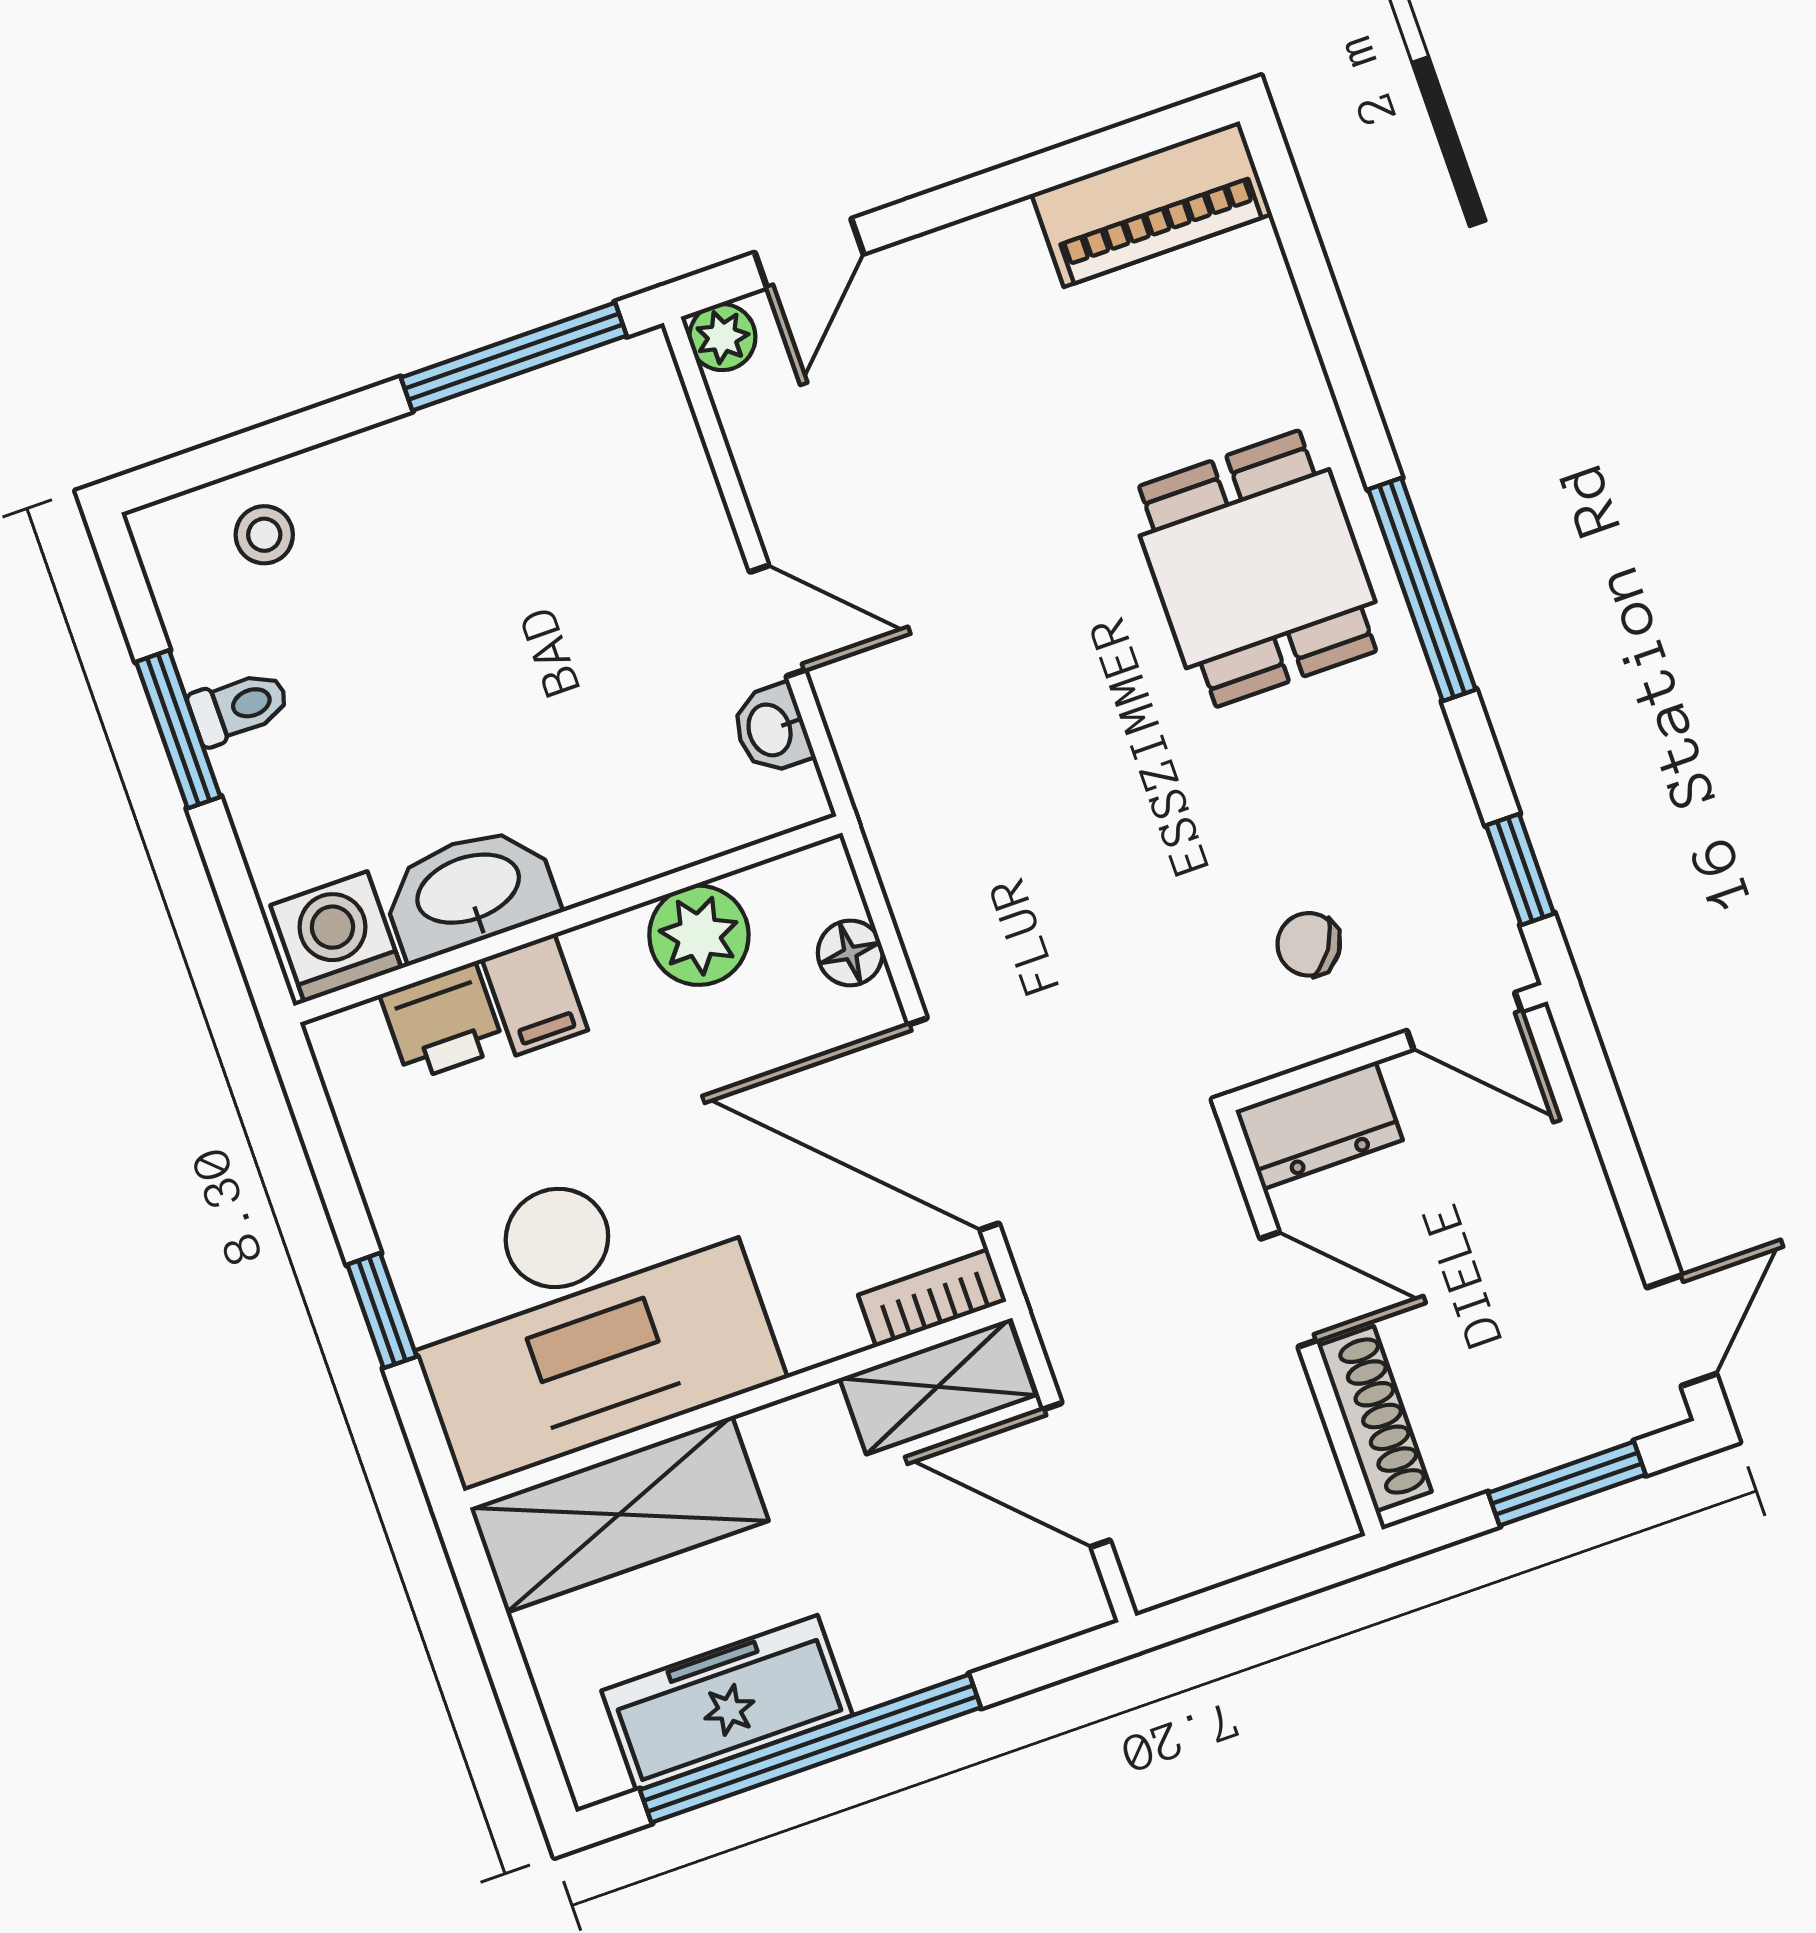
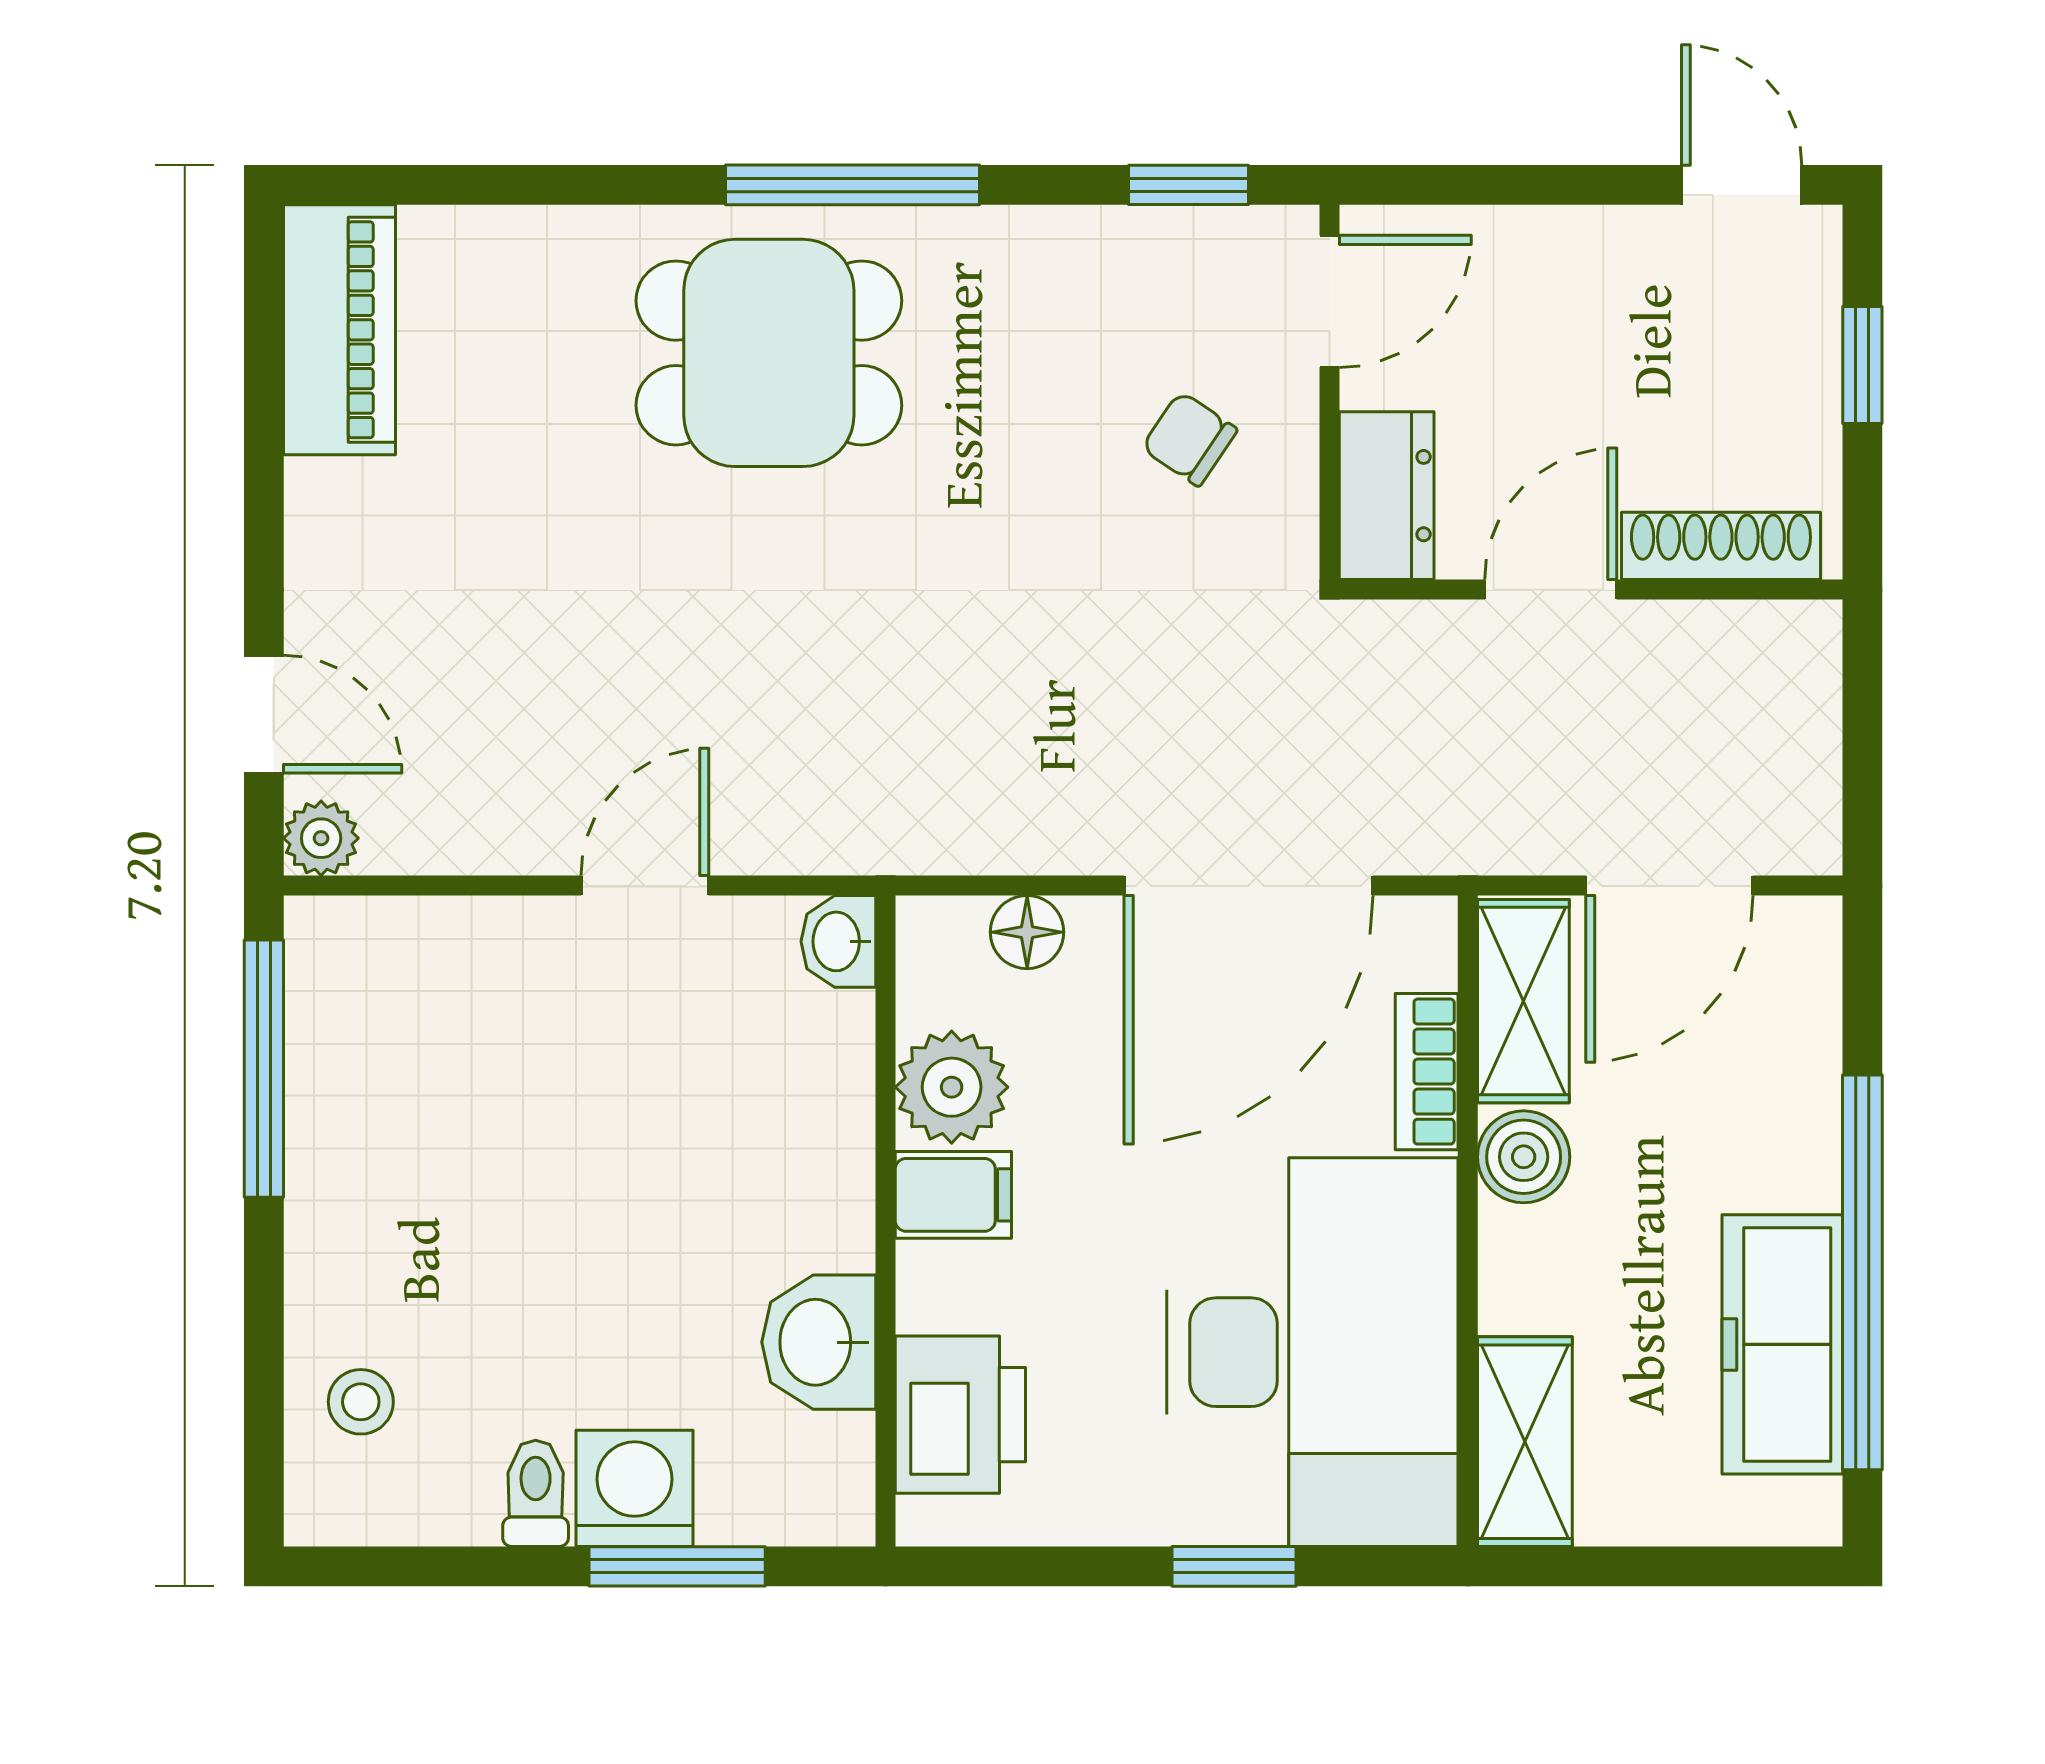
window: (178, 729) -> (677, 1566), moved
washbasin: (771, 729) -> (838, 941), moved, turned 90
washbasin: (469, 891) -> (819, 1342), width x0.72
washing machine: (336, 937) -> (635, 1488), moved, turned 90
chair: (1309, 944) -> (1189, 439), turned 90
filing cabinet: (535, 994) -> (953, 1195), moved
printer: (442, 1022) -> (960, 1415), width x1.36, depth x1.24
bookcase: (932, 1298) -> (1427, 1072), moved
boiler: (808, 1432) -> (1524, 1157), added
window: (1567, 1484) -> (1862, 365), width x0.67
shelving: (619, 1514) -> (1525, 1442), width x0.67, depth x0.75

